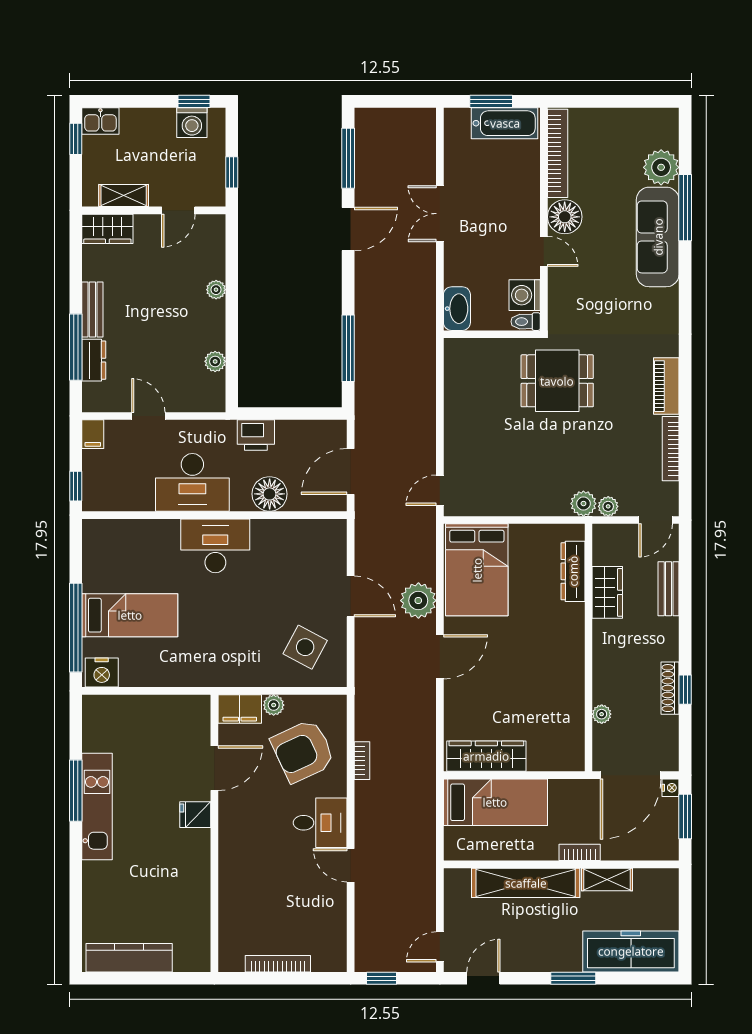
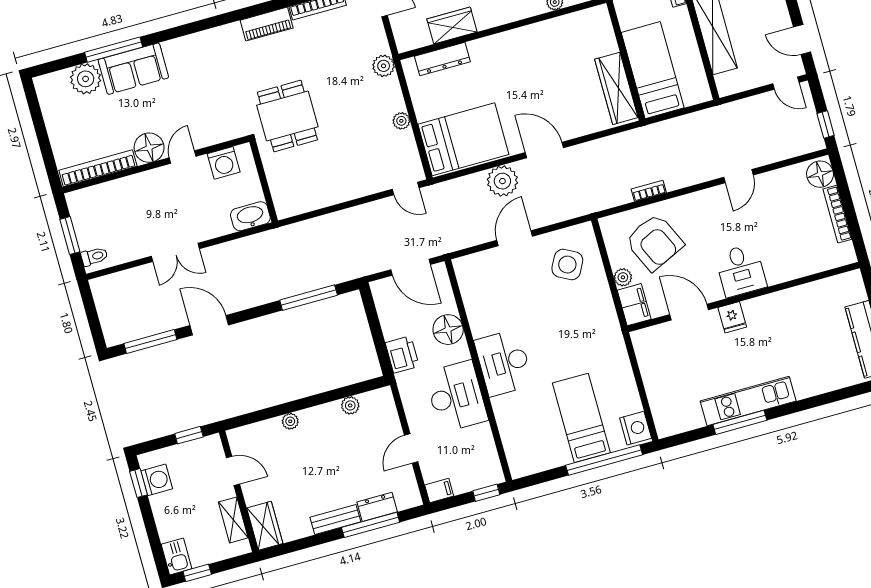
bathtub: (505, 123) -> (85, 219), removed
sofa: (658, 237) -> (133, 69), width x0.73
toilet: (526, 322) -> (94, 256), moved, turned -90
plant: (608, 506) -> (401, 121), moved
desk: (320, 823) -> (741, 270), moved, turned 180
floor lamp: (328, 957) -> (820, 174), added

